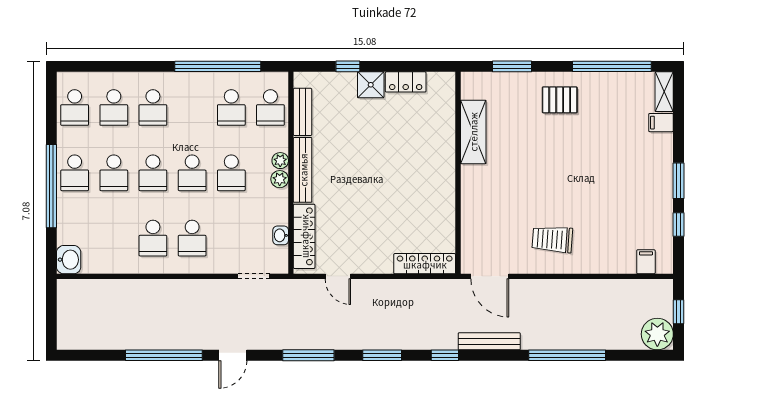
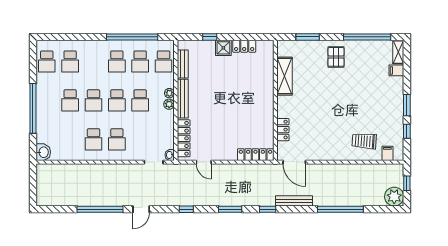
pallet: (560, 100) -> (336, 57), turned 90
school desk: (153, 107) -> (117, 61), moved
school desk: (75, 173) -> (47, 100), removed
locker: (471, 222) -> (283, 130), added
washbasin: (281, 235) -> (170, 155), moved
trolley: (552, 239) -> (364, 141), moved
window: (308, 355) -> (186, 209), width x0.46

